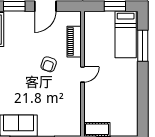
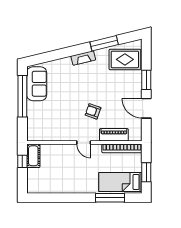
bookcase: (89, 33) -> (122, 148), added

